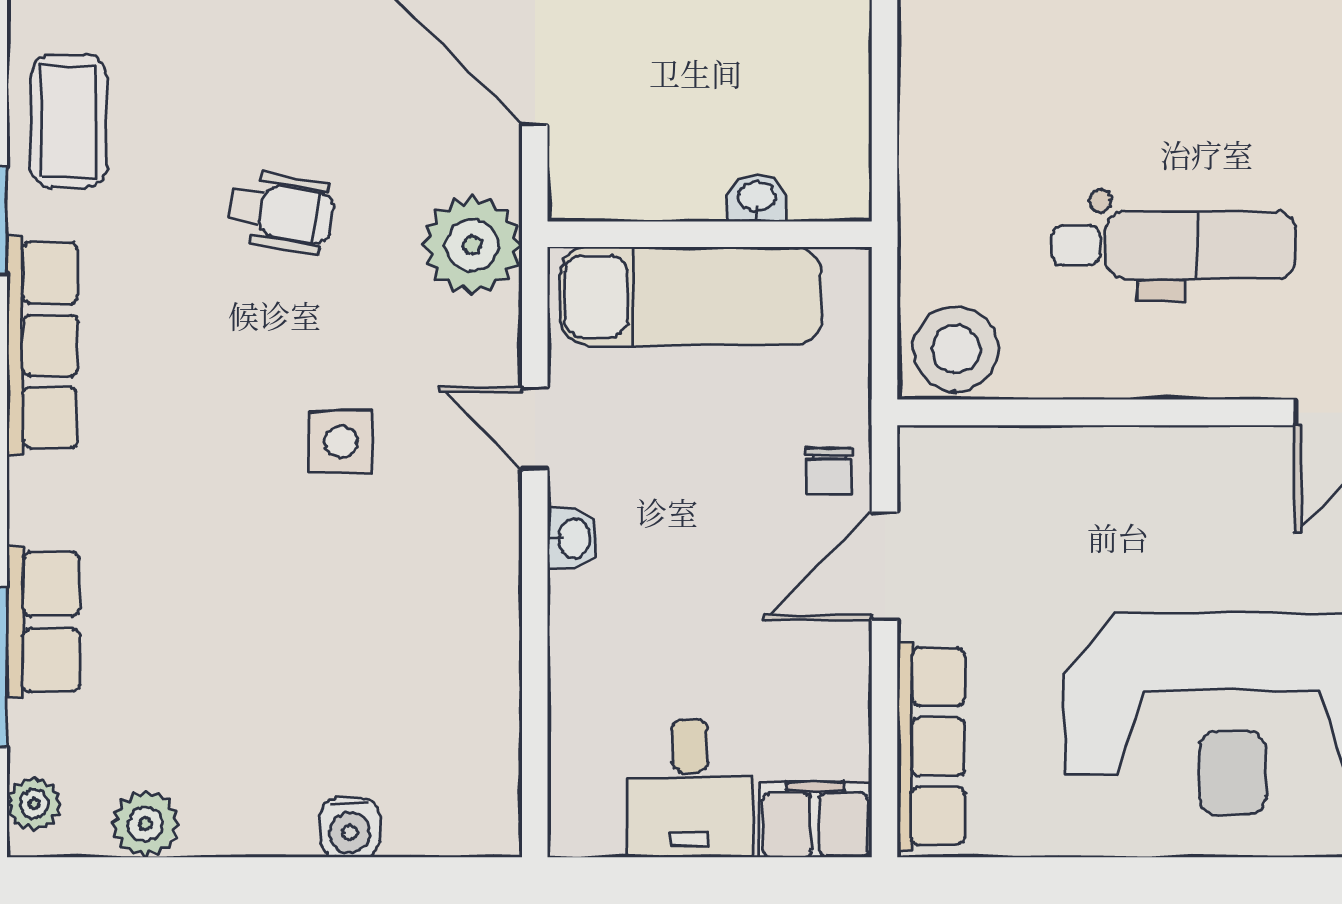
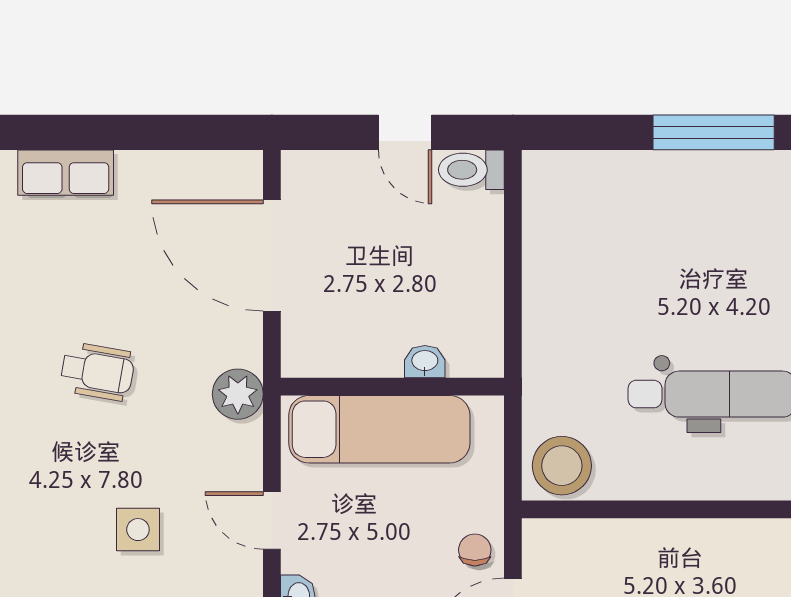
plant: (472, 245) -> (238, 394), width x0.73, depth x0.73
chair: (829, 471) -> (475, 550), turned 180

